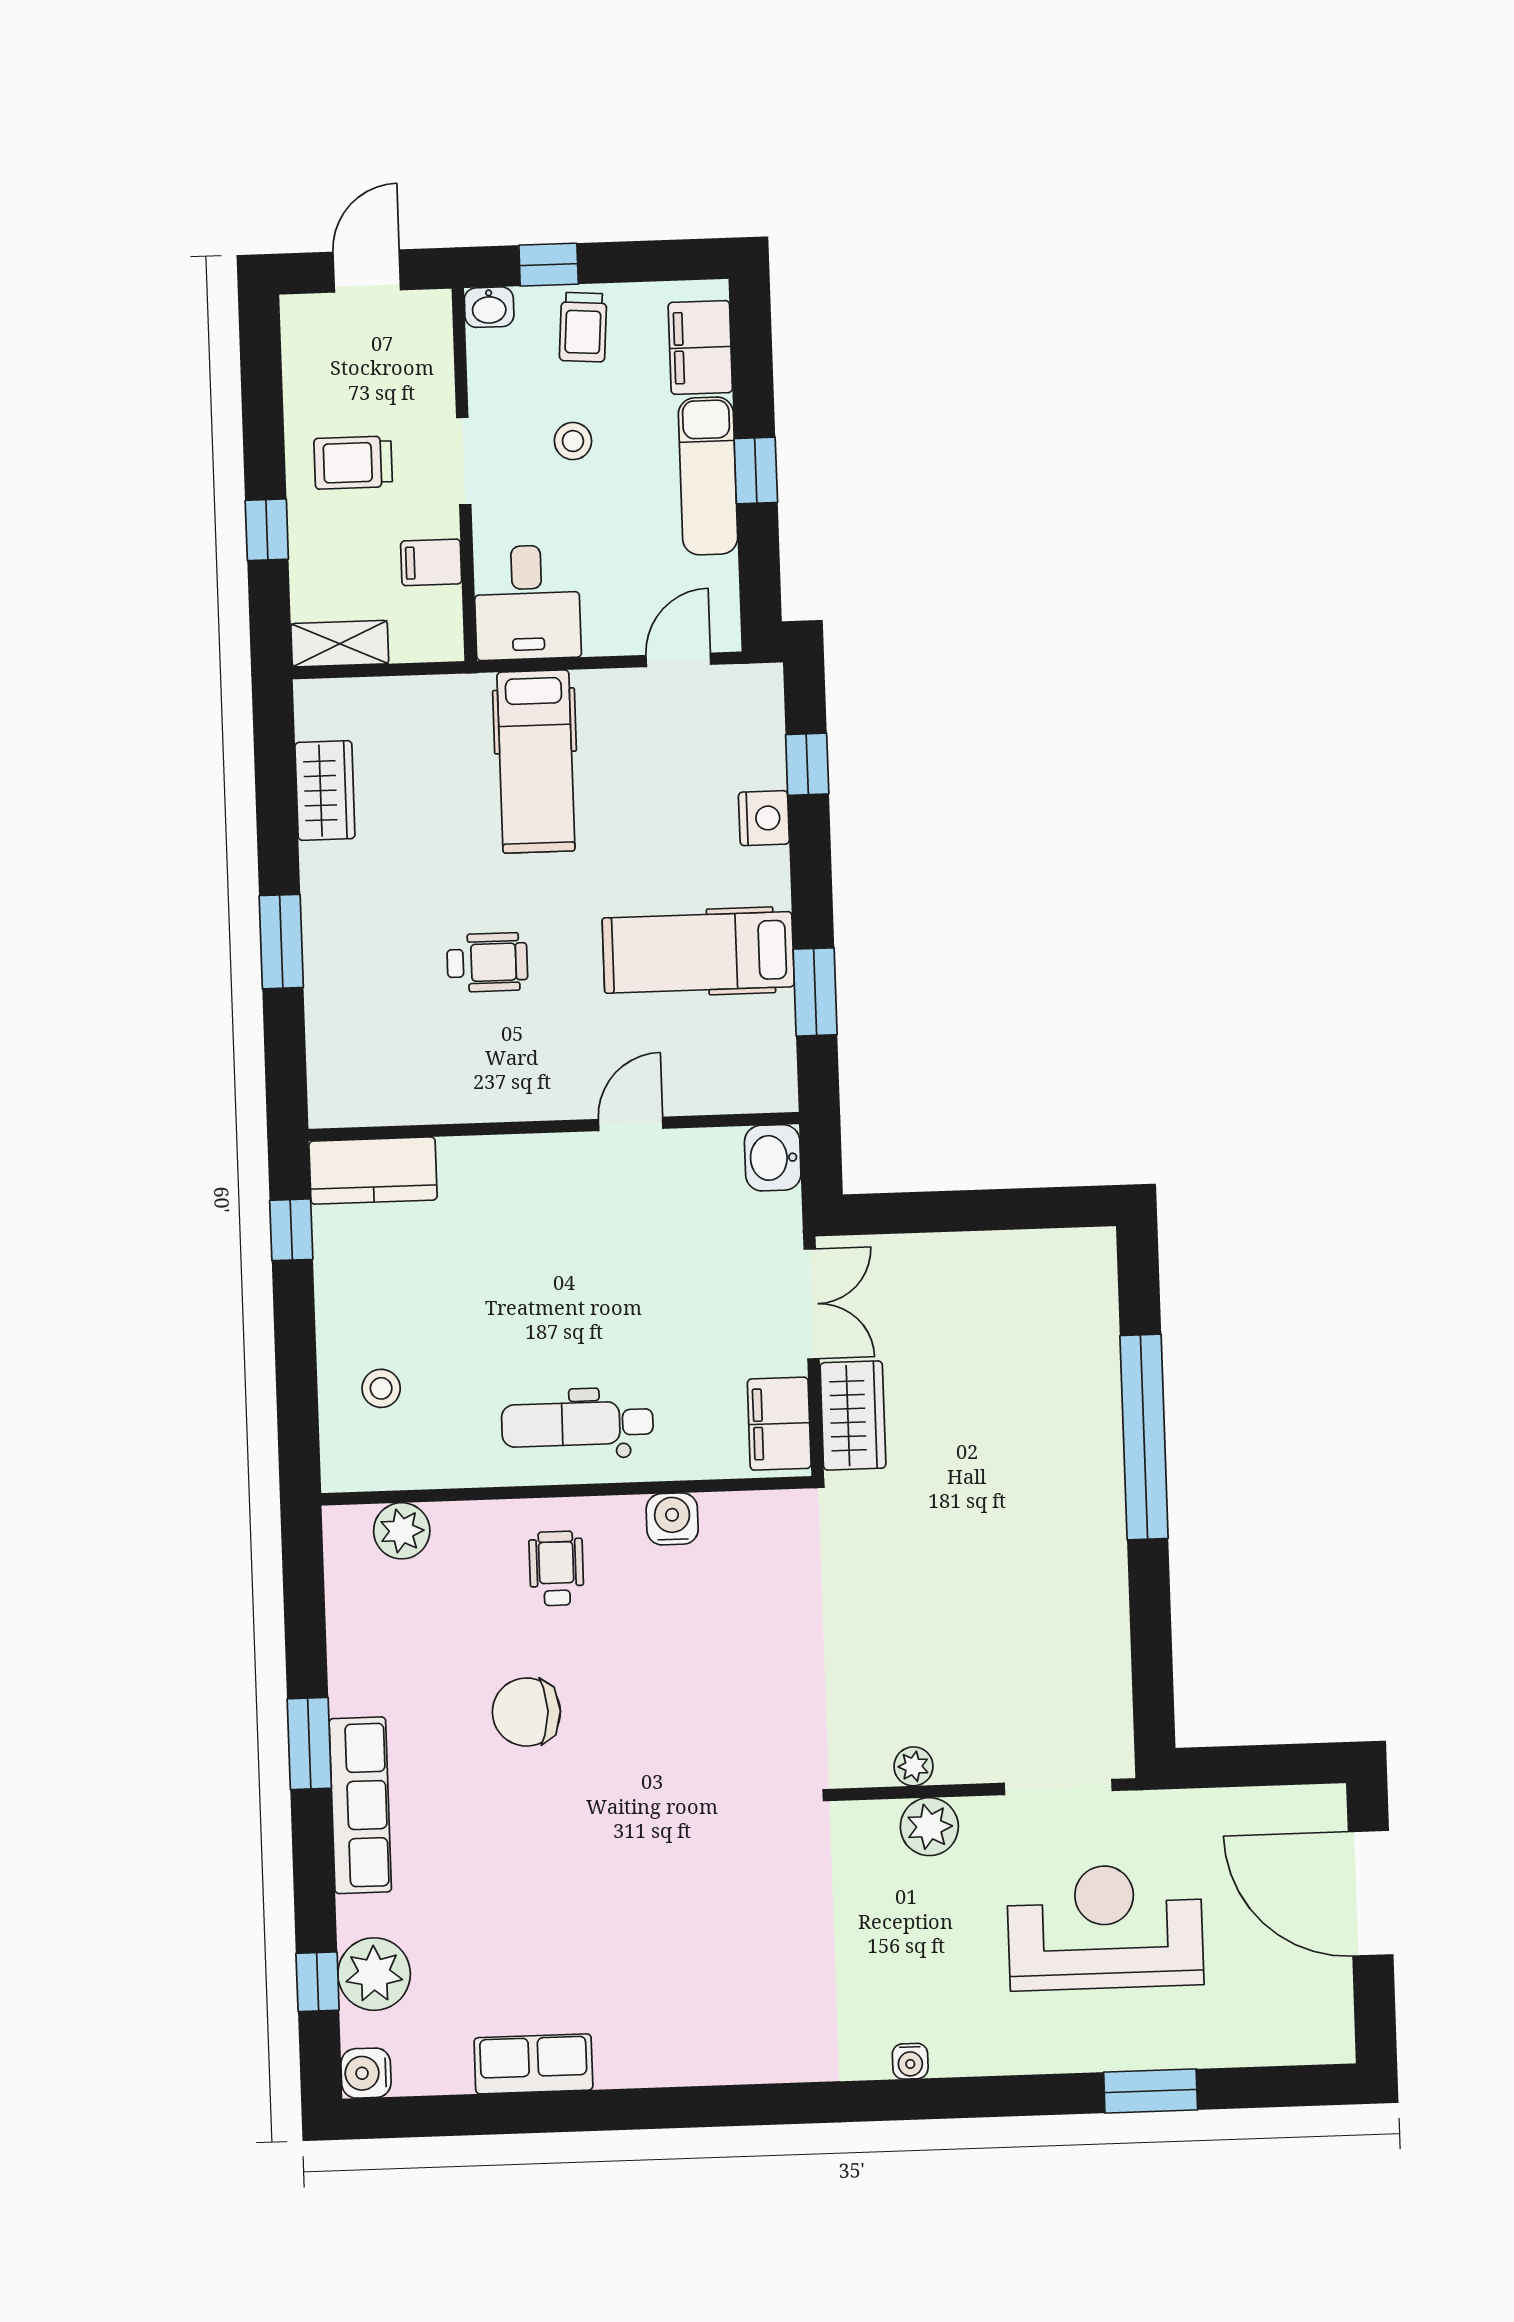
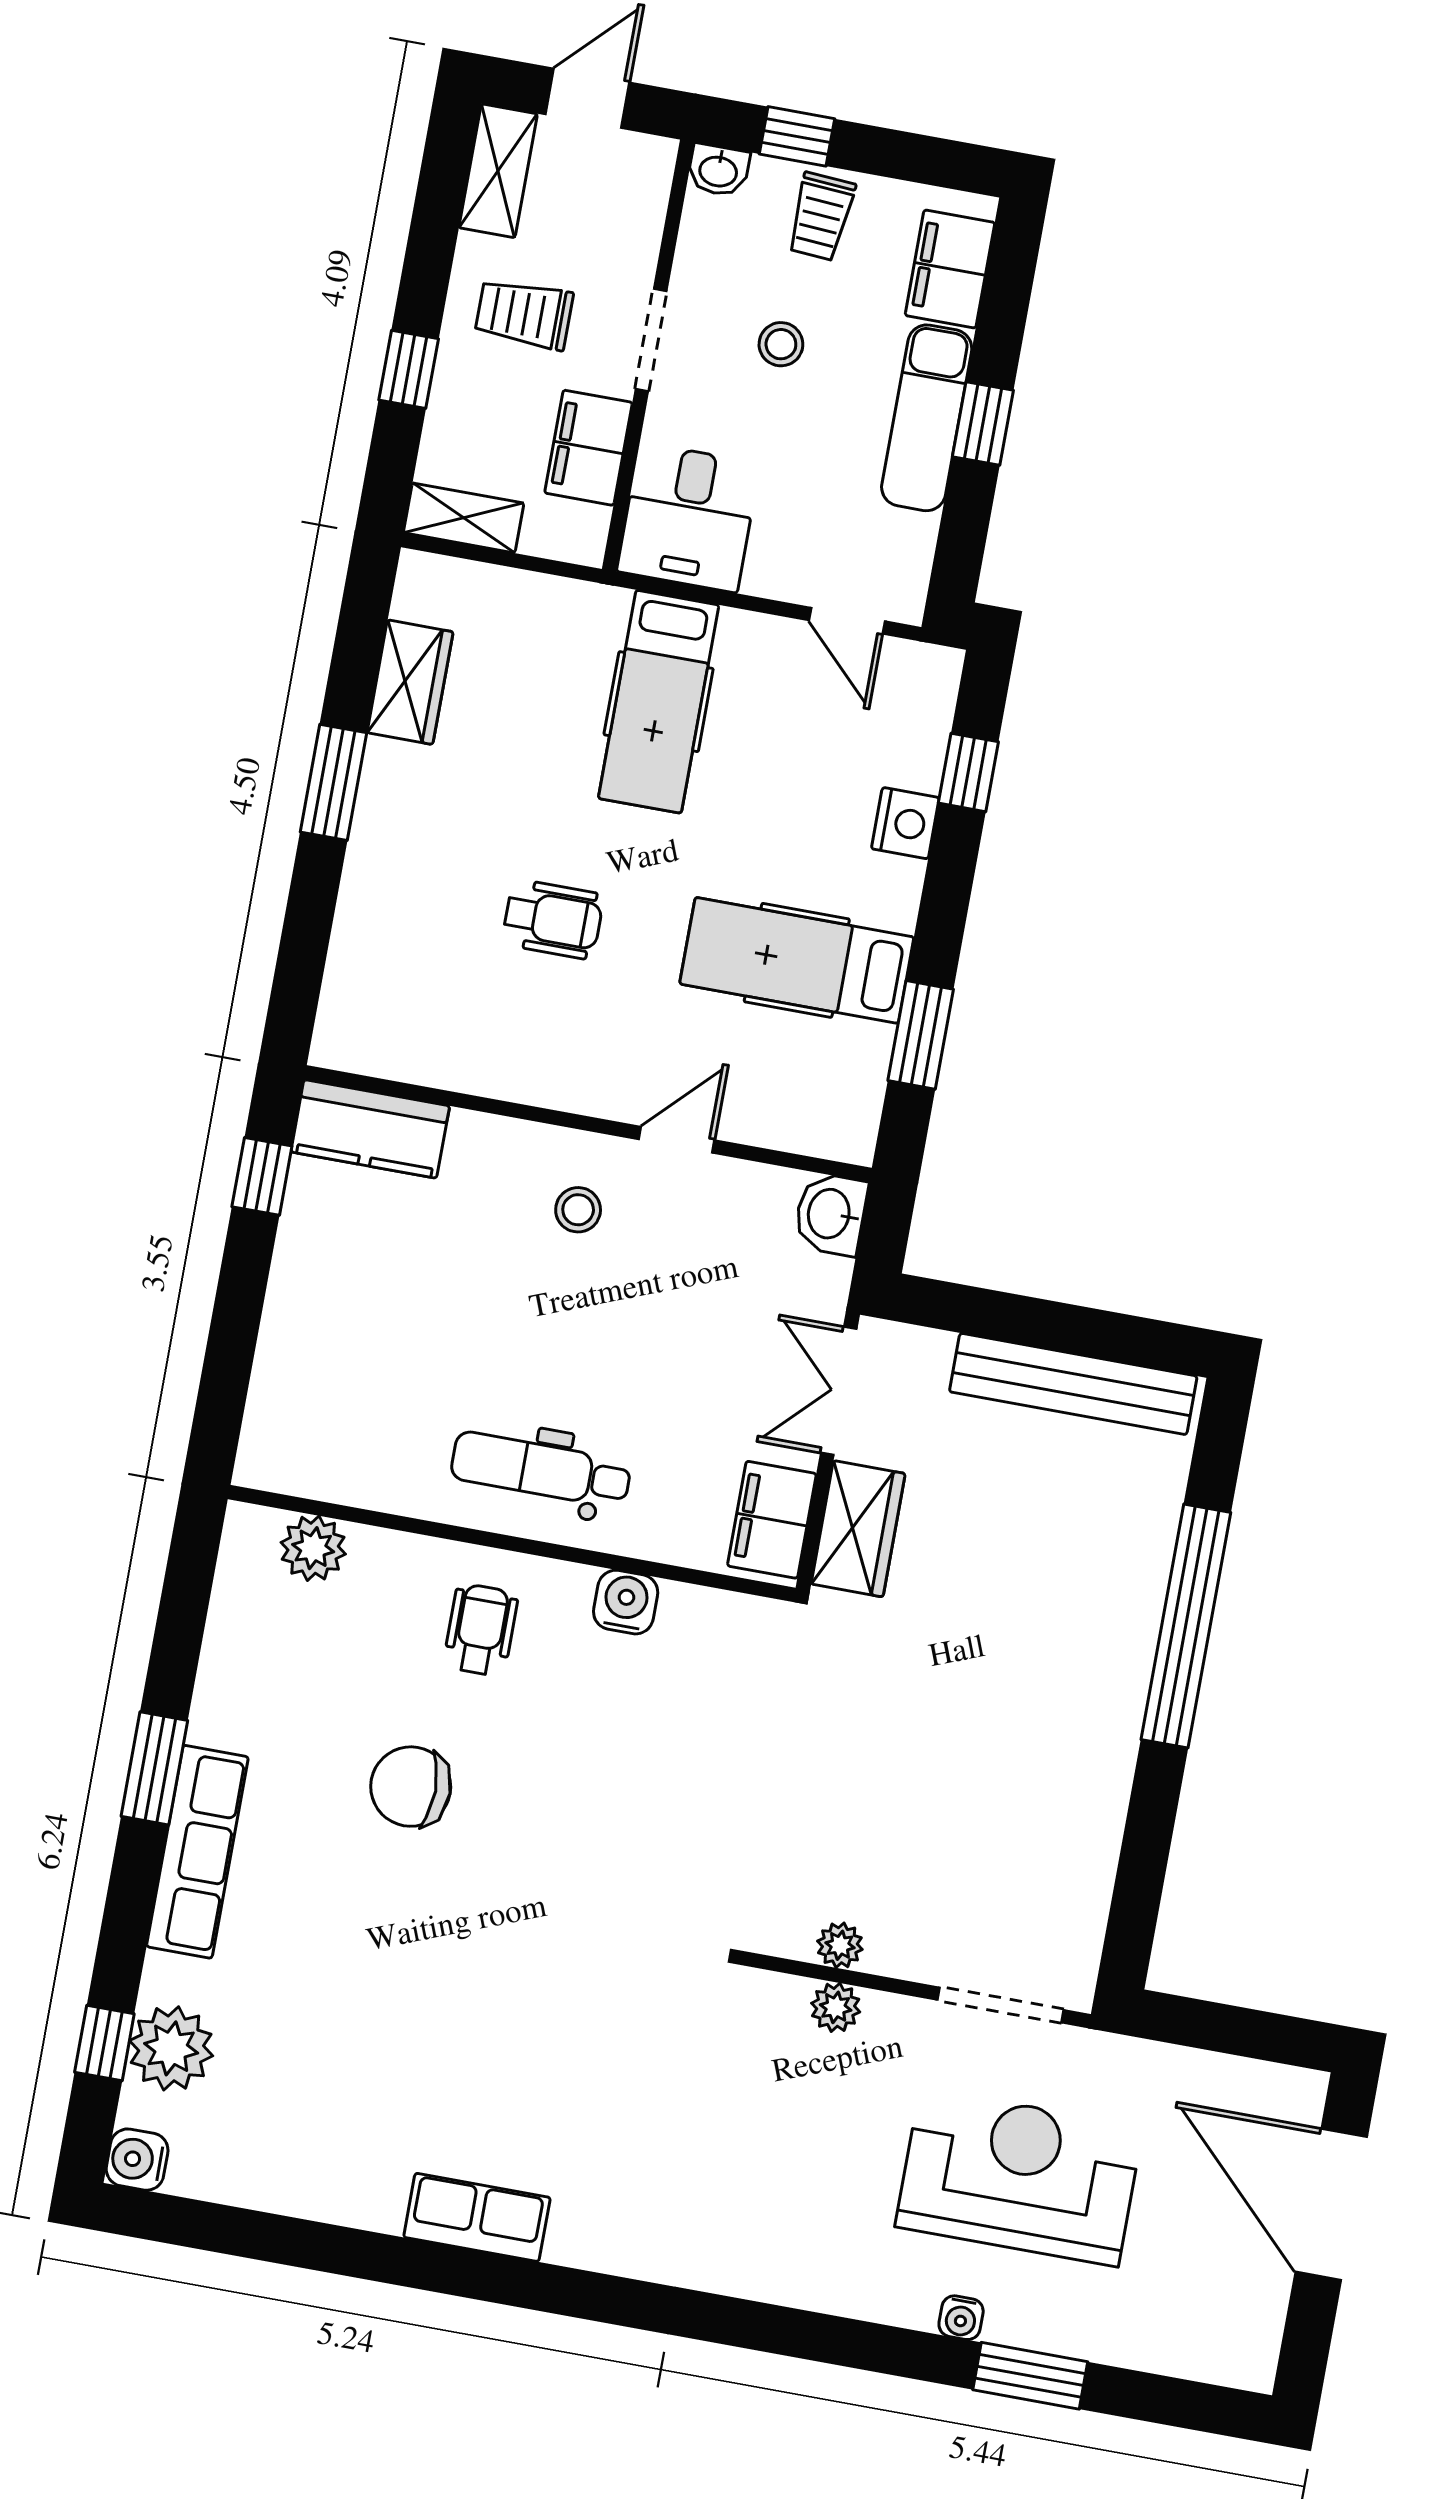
shelving: (305, 348) -> (498, 171), added
filing cabinet: (431, 562) -> (588, 448), width x2.00
door: (678, 660) -> (847, 621), swing flipped
window: (281, 942) -> (334, 782), moved
bench: (1006, 1256) -> (1073, 1384), added
double door: (812, 1304) -> (839, 1391), swing flipped
stool: (381, 1388) -> (578, 1210), moved
plant: (929, 1827) -> (836, 2007), width x0.73, depth x0.73
water cooler: (910, 2061) -> (961, 2318), moved
row of seats: (533, 2064) -> (477, 2217), moved

